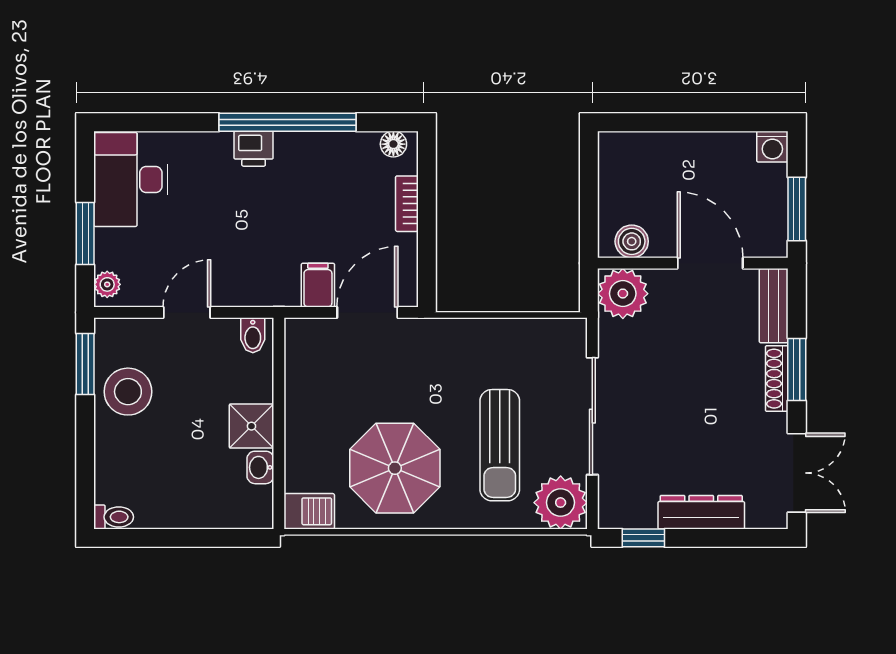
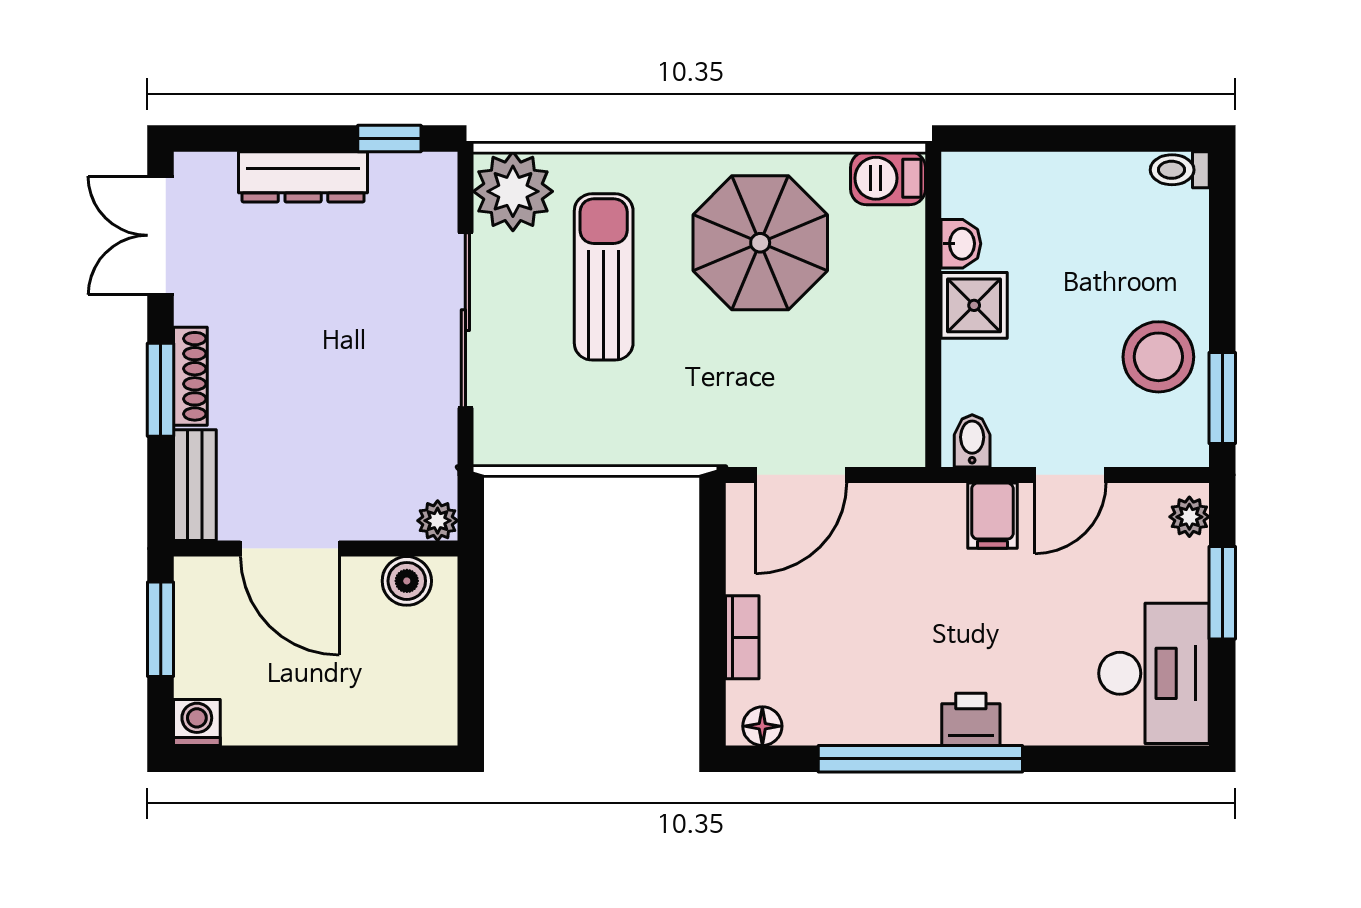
filing cabinet: (318, 285) -> (992, 516), moved
plant: (623, 294) -> (438, 521), width x0.53, depth x0.53

